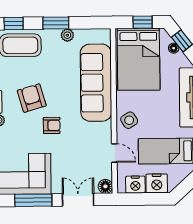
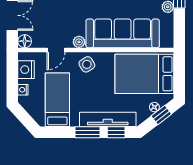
window: (143, 22) -> (179, 78), removed
plant: (105, 129) -> (79, 42), added
nightstand: (157, 183) -> (23, 90), width x0.53, depth x0.56

